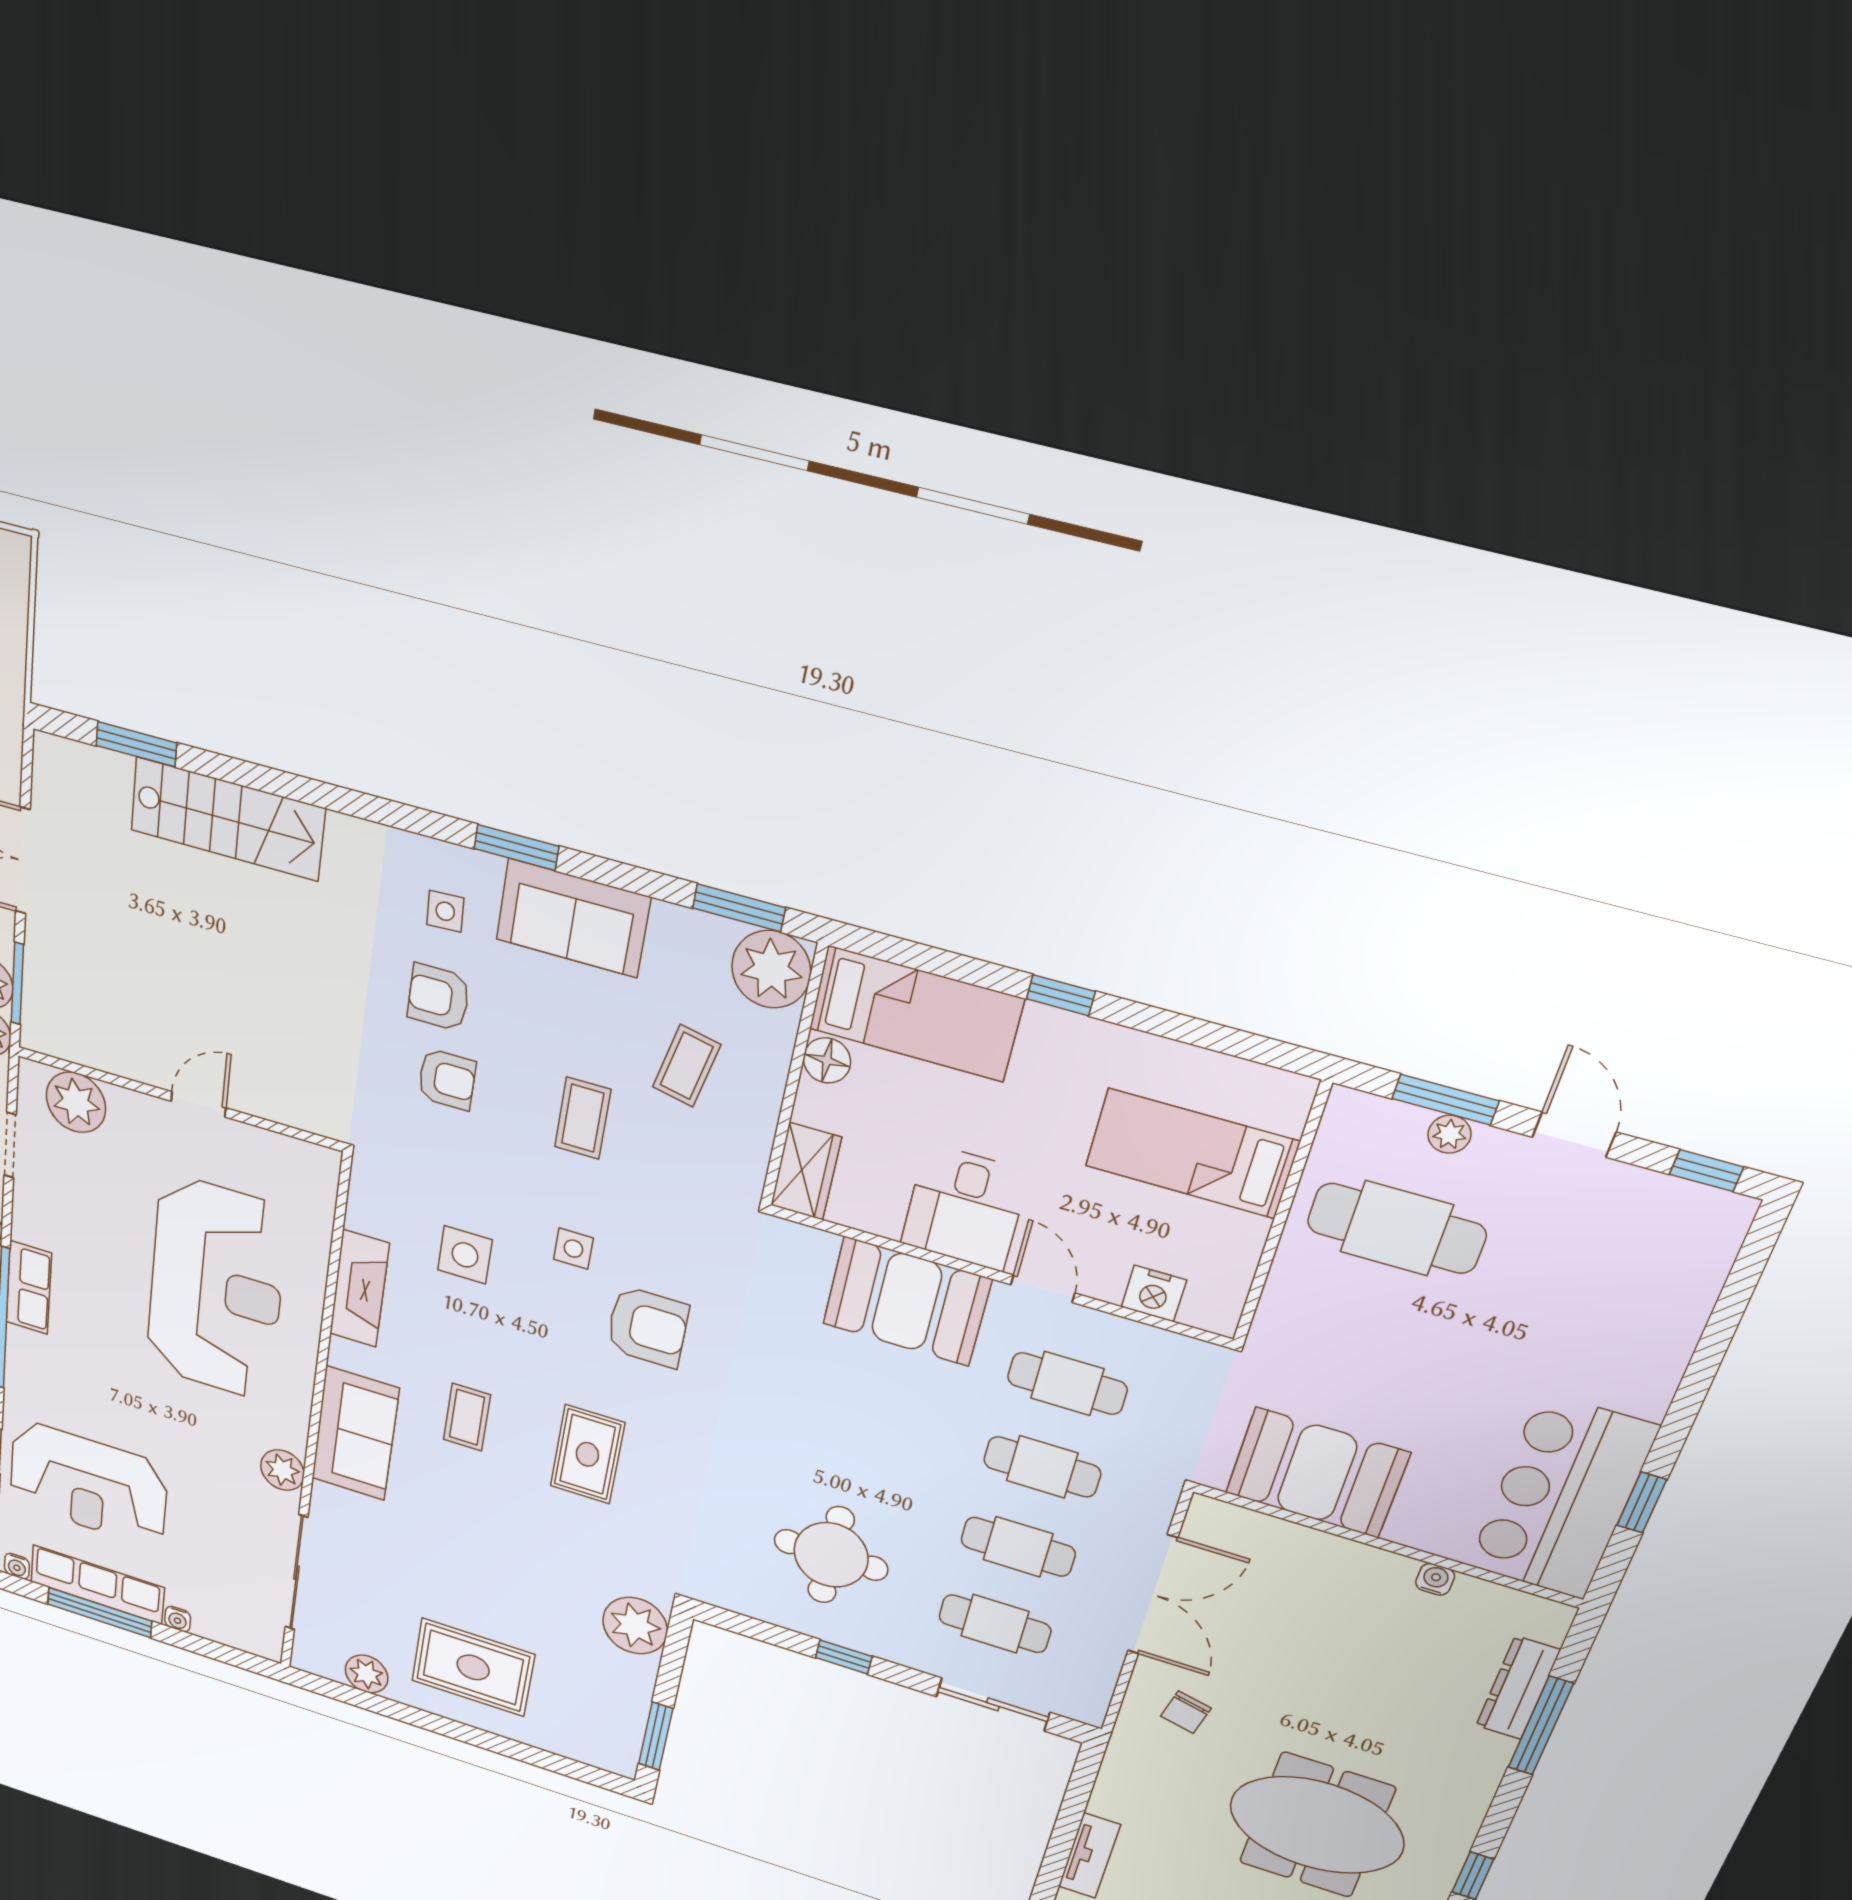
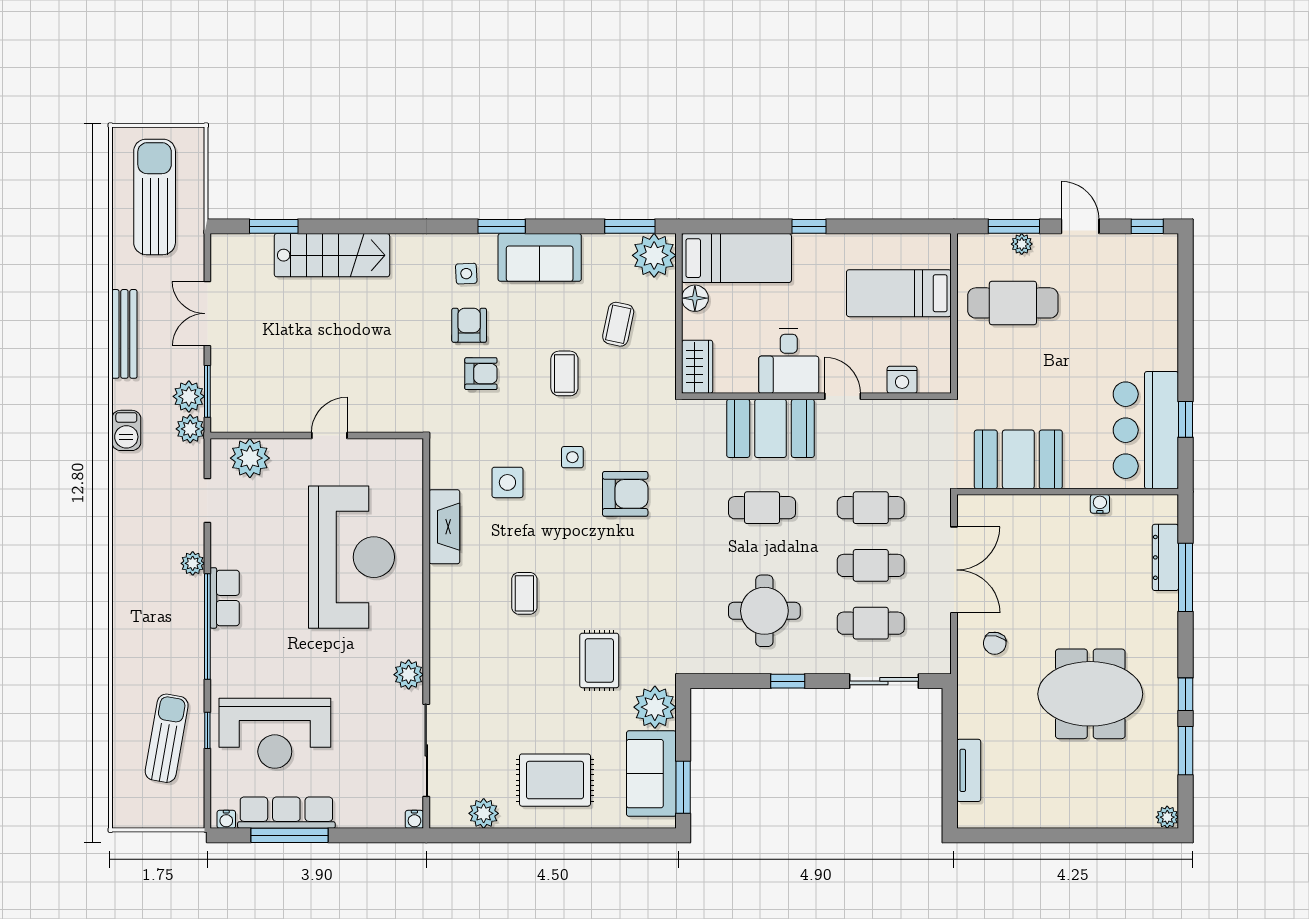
armchair: (438, 997) -> (469, 325), turned 90
cafe table: (1067, 1384) -> (762, 508), moved
sofa: (355, 1434) -> (651, 774), moved, turned 180
rug: (587, 1454) -> (599, 660), moved
water cooler: (178, 1619) -> (414, 819), moved

